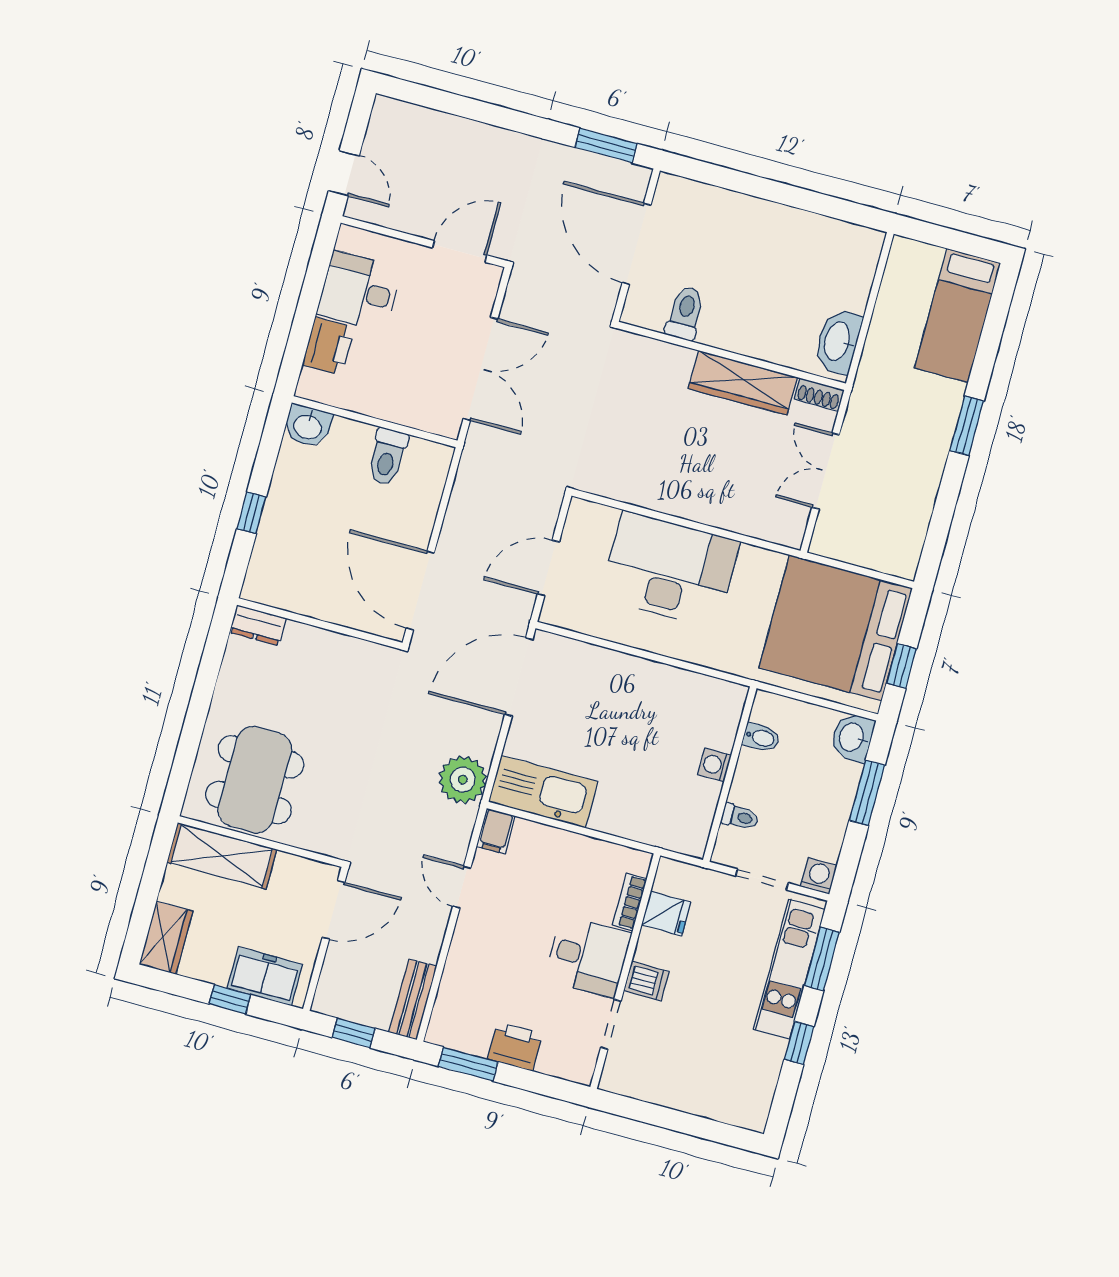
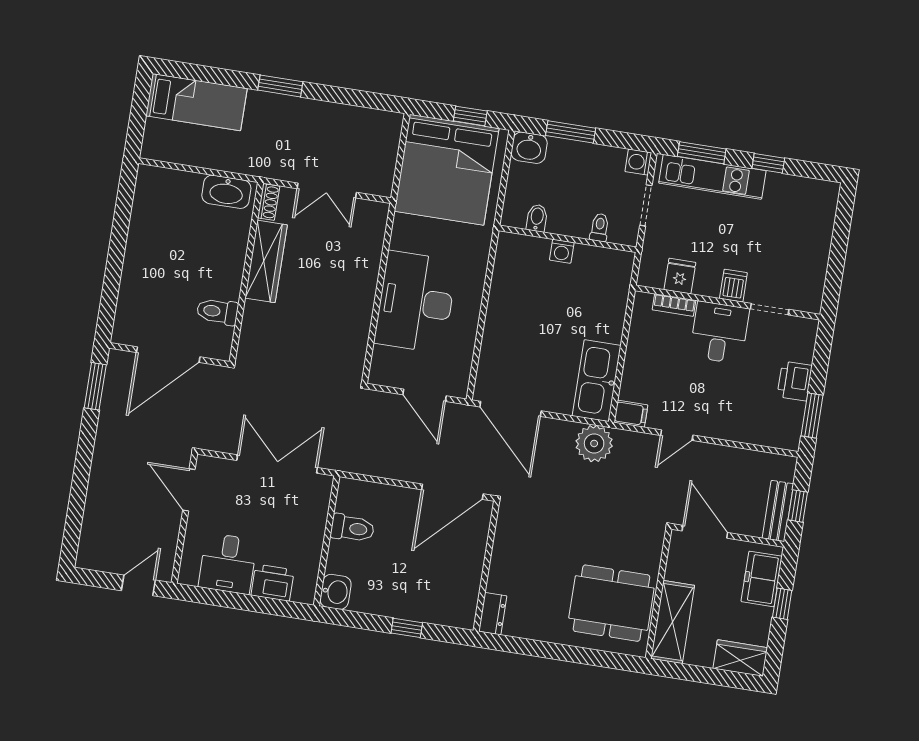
bench: (413, 999) -> (778, 511), moved, turned 90

